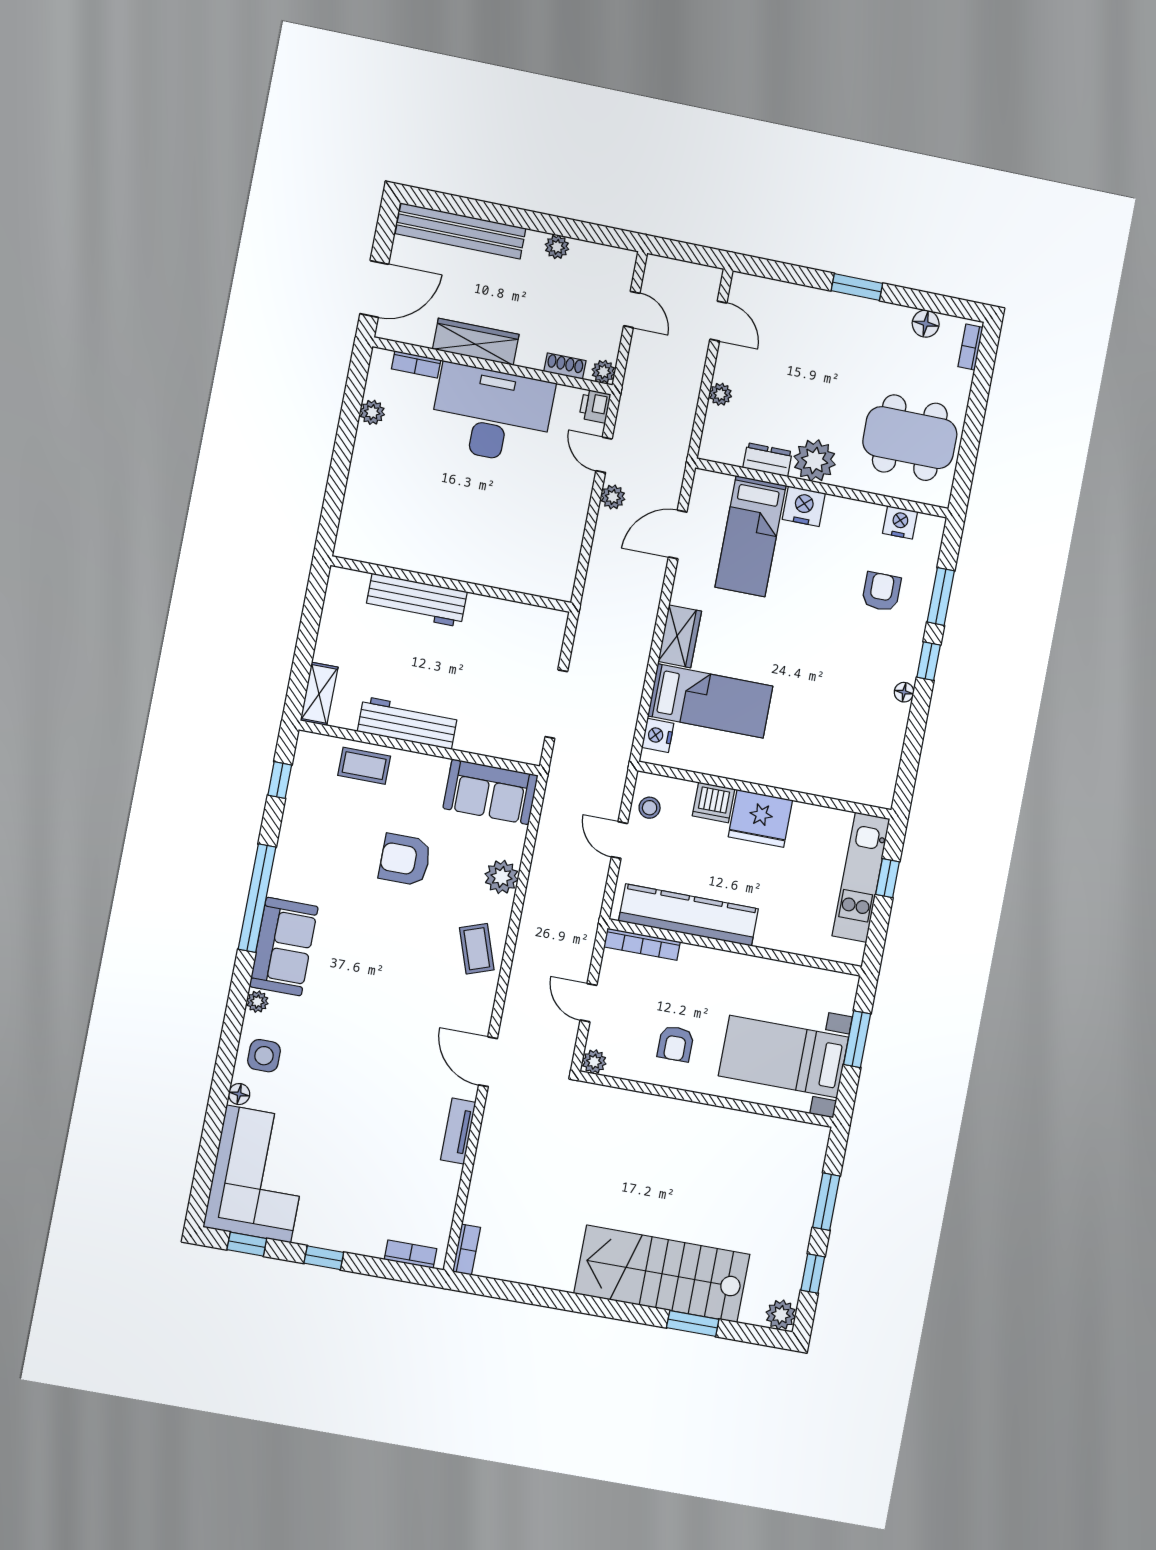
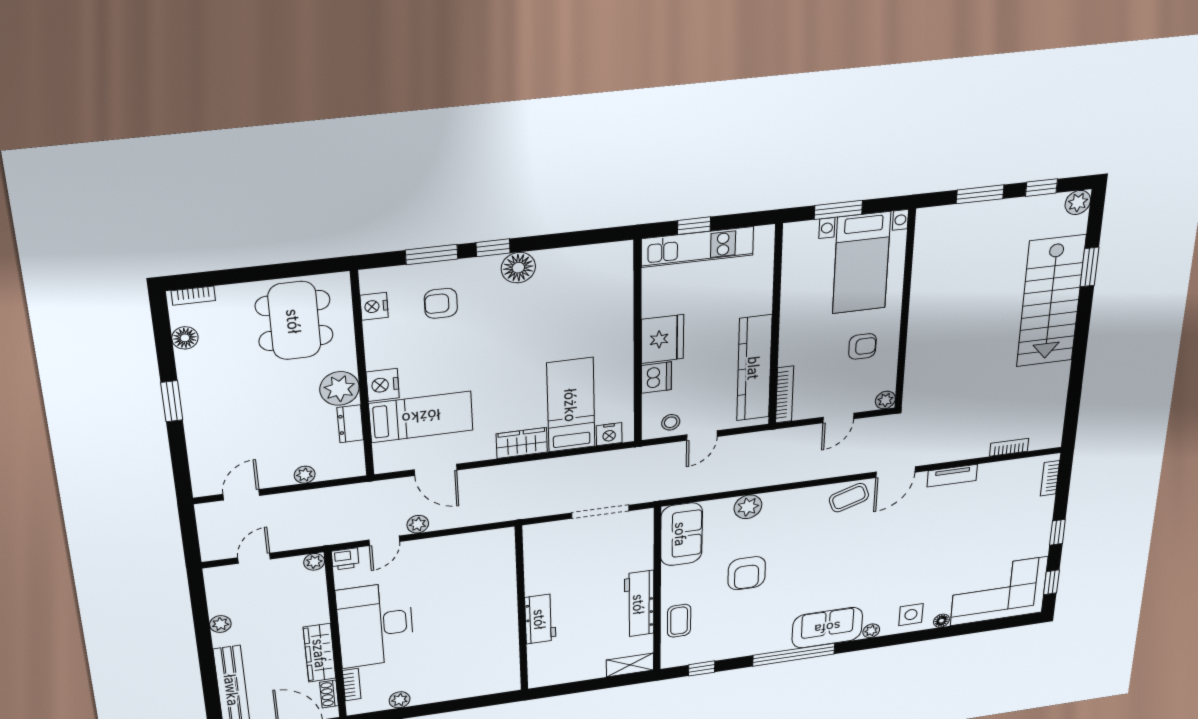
shoe rack: (565, 366) -> (329, 694), moved
workbench: (416, 600) -> (540, 619), width x0.73
floor lamp: (904, 692) -> (518, 268), width x1.89, depth x1.89
coffee table: (477, 949) -> (849, 498), moved
bookcase: (466, 1250) -> (1009, 447), moved

